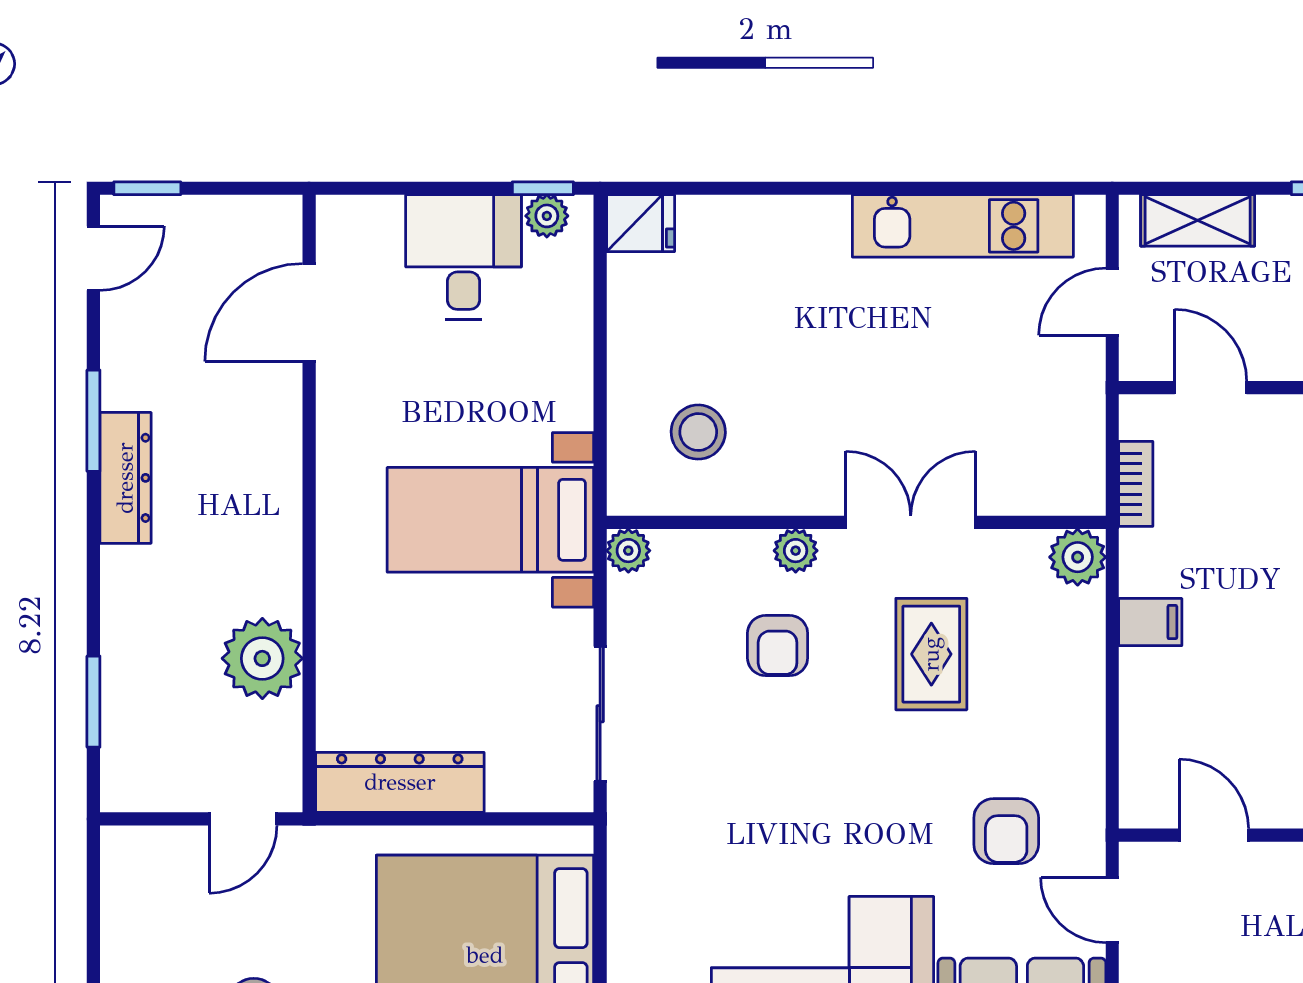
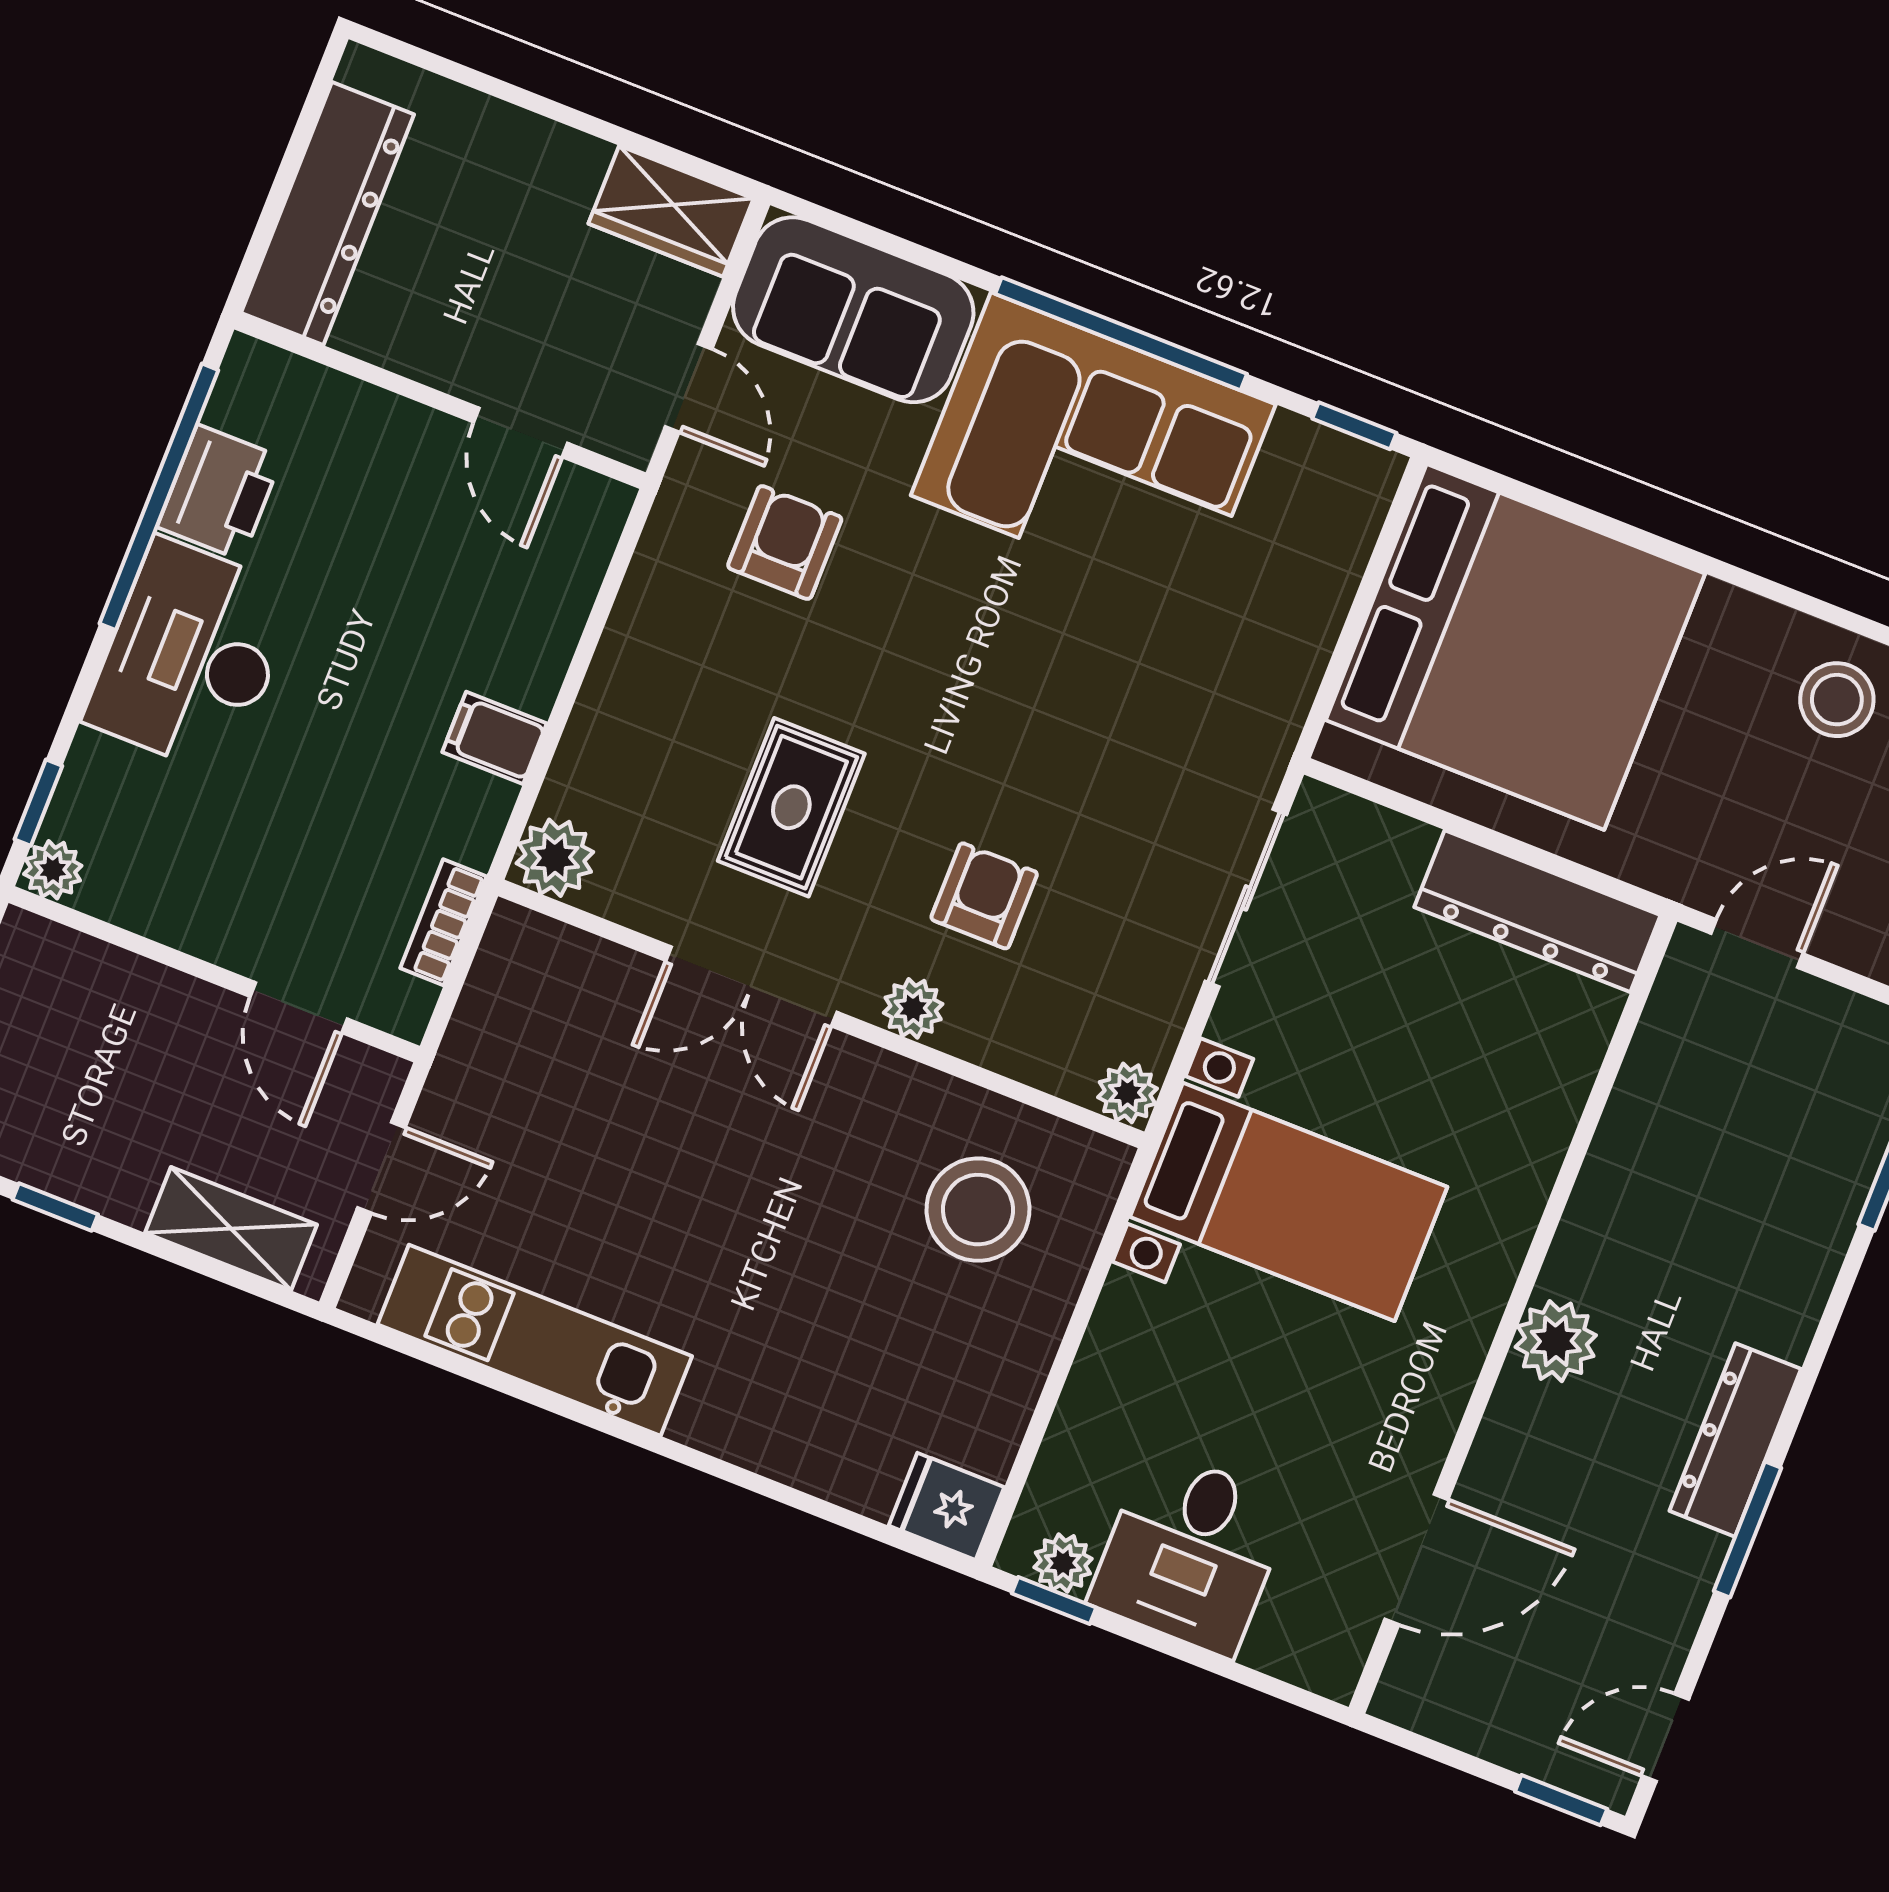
stool: (698, 432) -> (978, 1210), width x1.38, depth x1.38
plant: (262, 658) -> (1556, 1341), moved, width x0.73, depth x0.73

